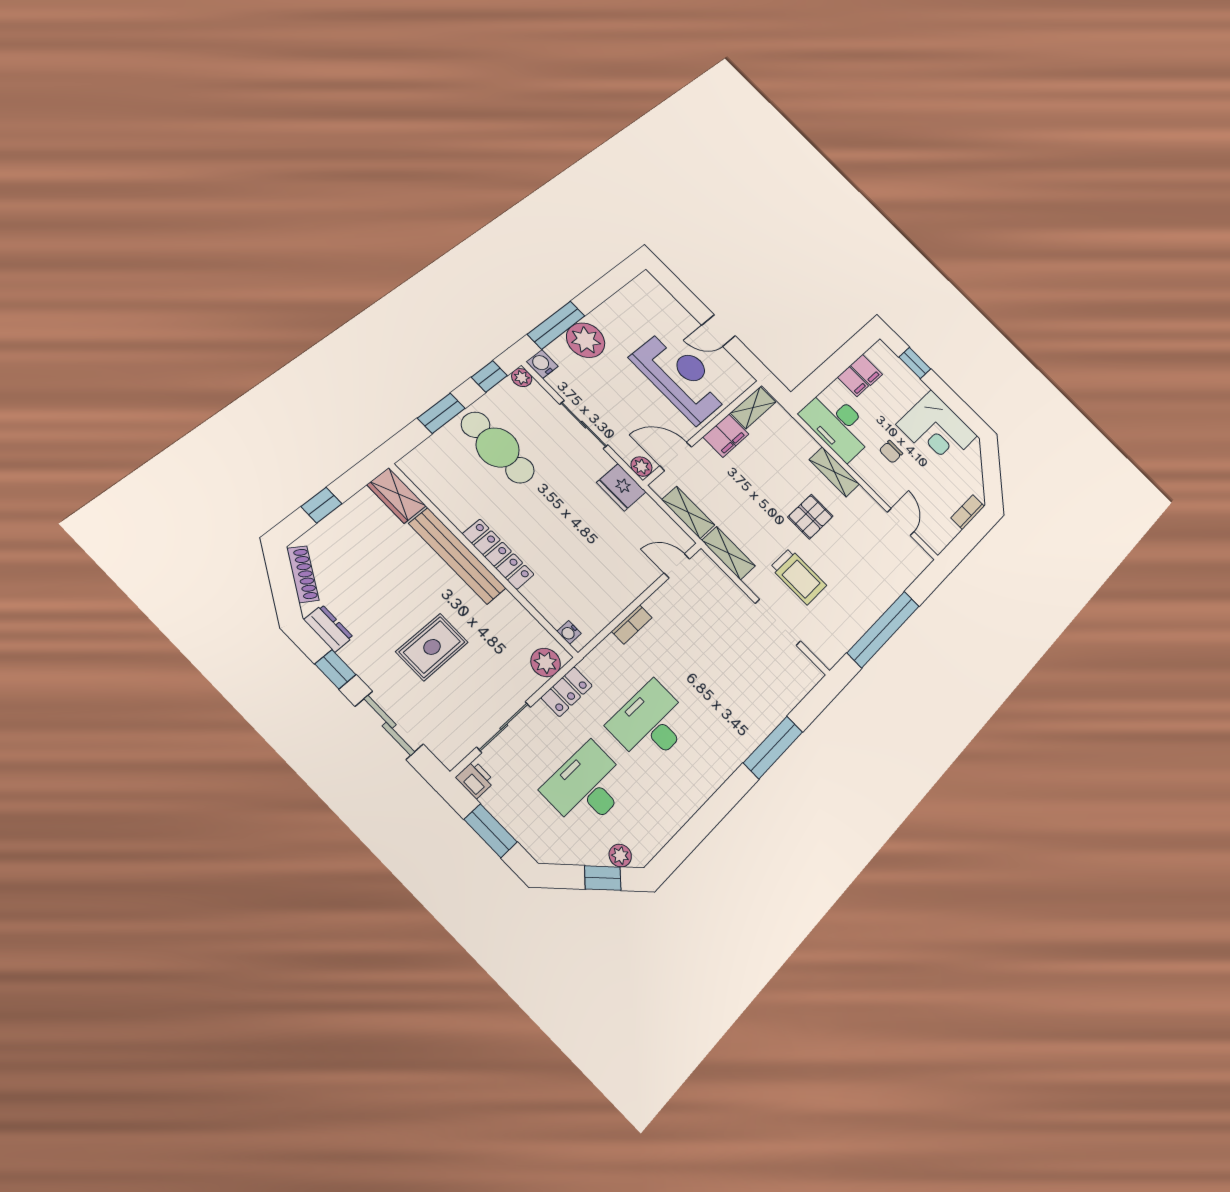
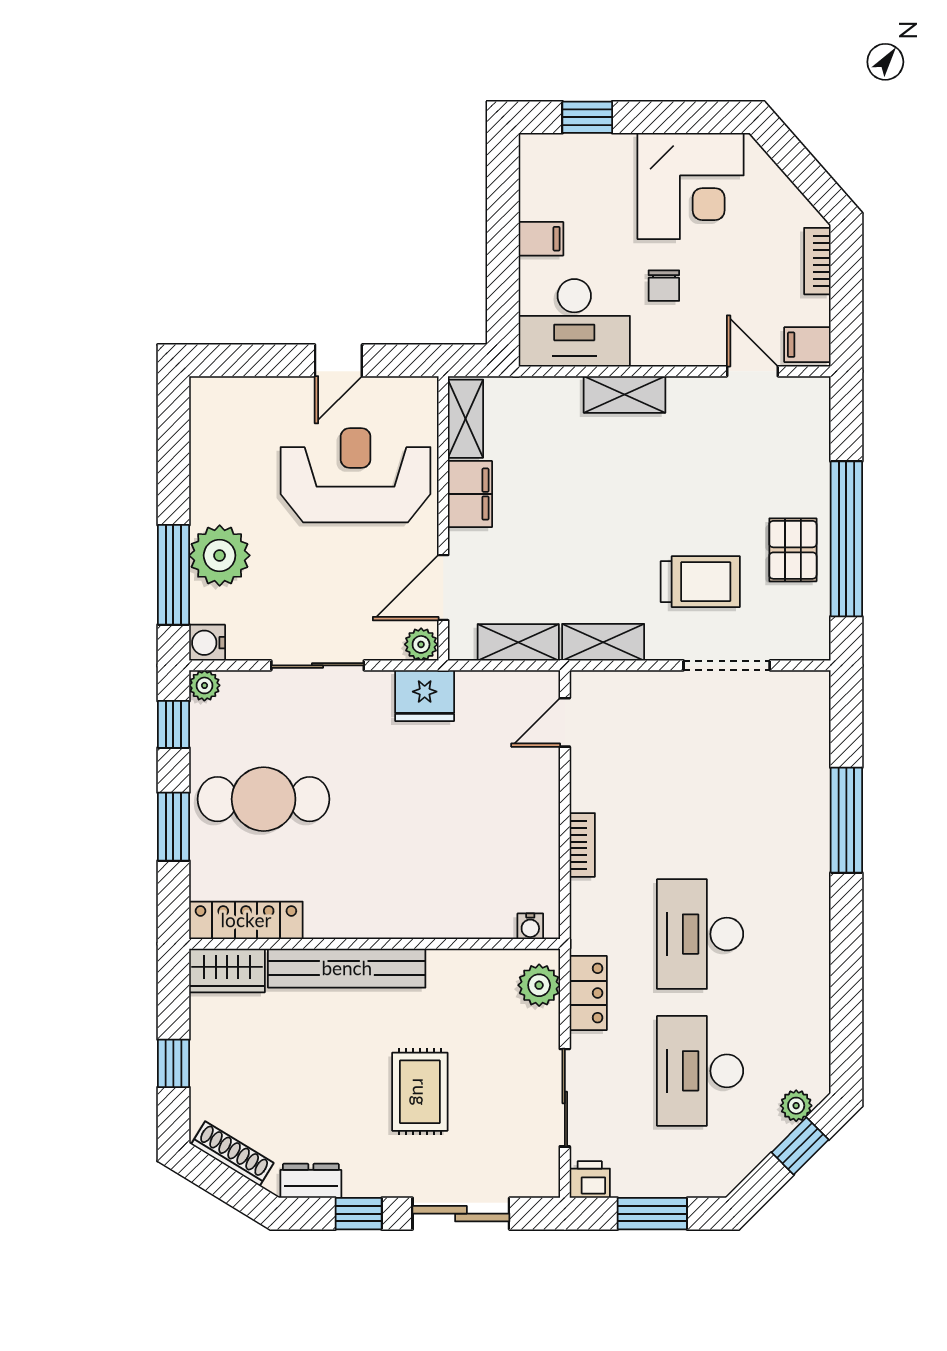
filing cabinet: (866, 370) -> (807, 345), moved, turned 180
pallet: (810, 517) -> (793, 550), moved
locker: (498, 554) -> (246, 920), moved

